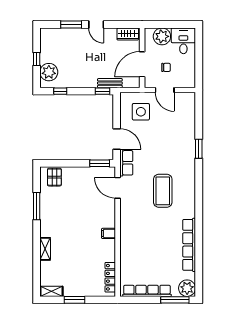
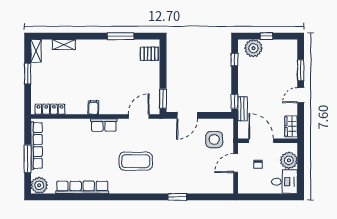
row of seats: (126, 163) -> (104, 125), moved
shelving: (45, 249) -> (64, 45), moved
window: (175, 300) -> (28, 159), moved

